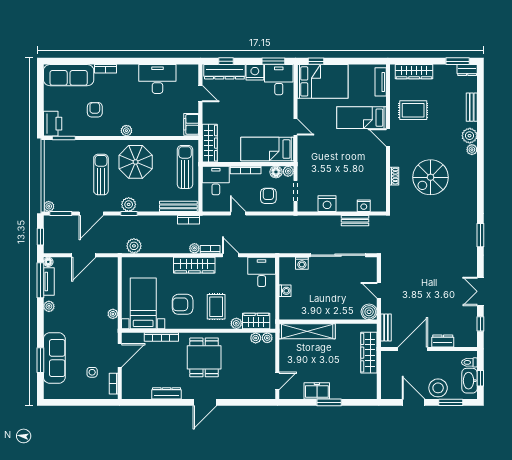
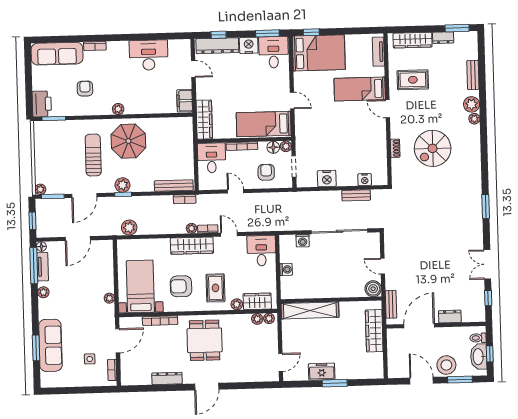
dresser: (467, 70) -> (443, 38), moved
sun lounger: (185, 167) -> (179, 145), removed

